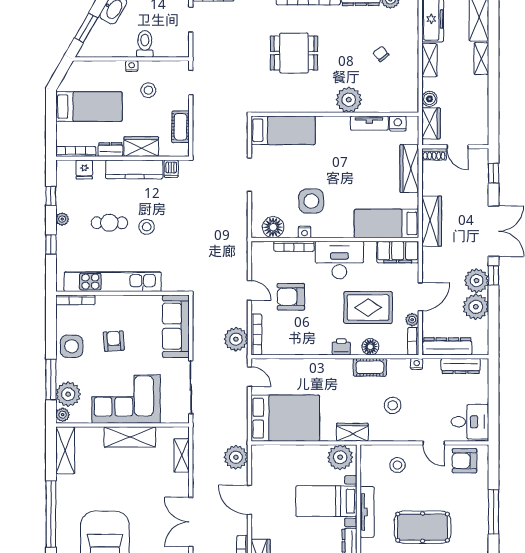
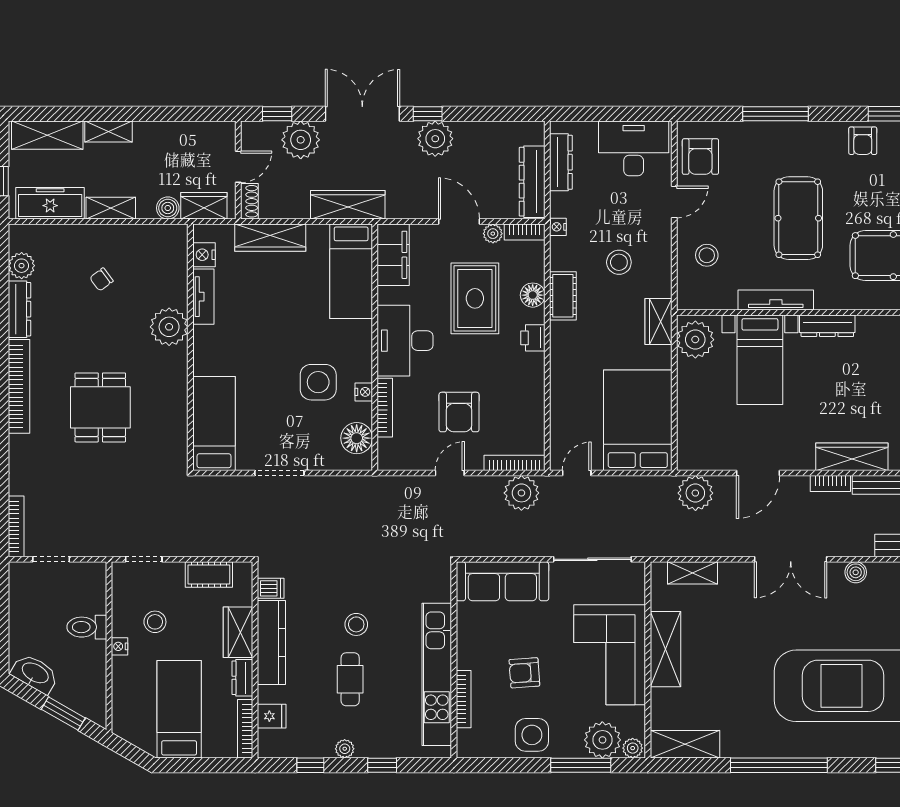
bookcase: (75, 300) -> (464, 699), moved
plant: (476, 307) -> (301, 140), moved
desk: (470, 422) -> (634, 148), width x1.37

